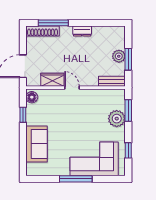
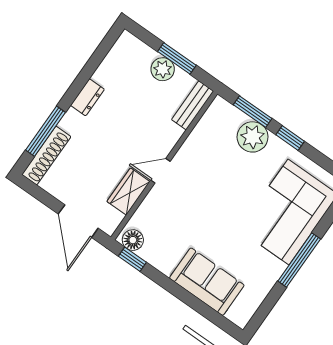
window: (23, 115) -> (132, 259), moved
window: (128, 150) -> (290, 138), moved

